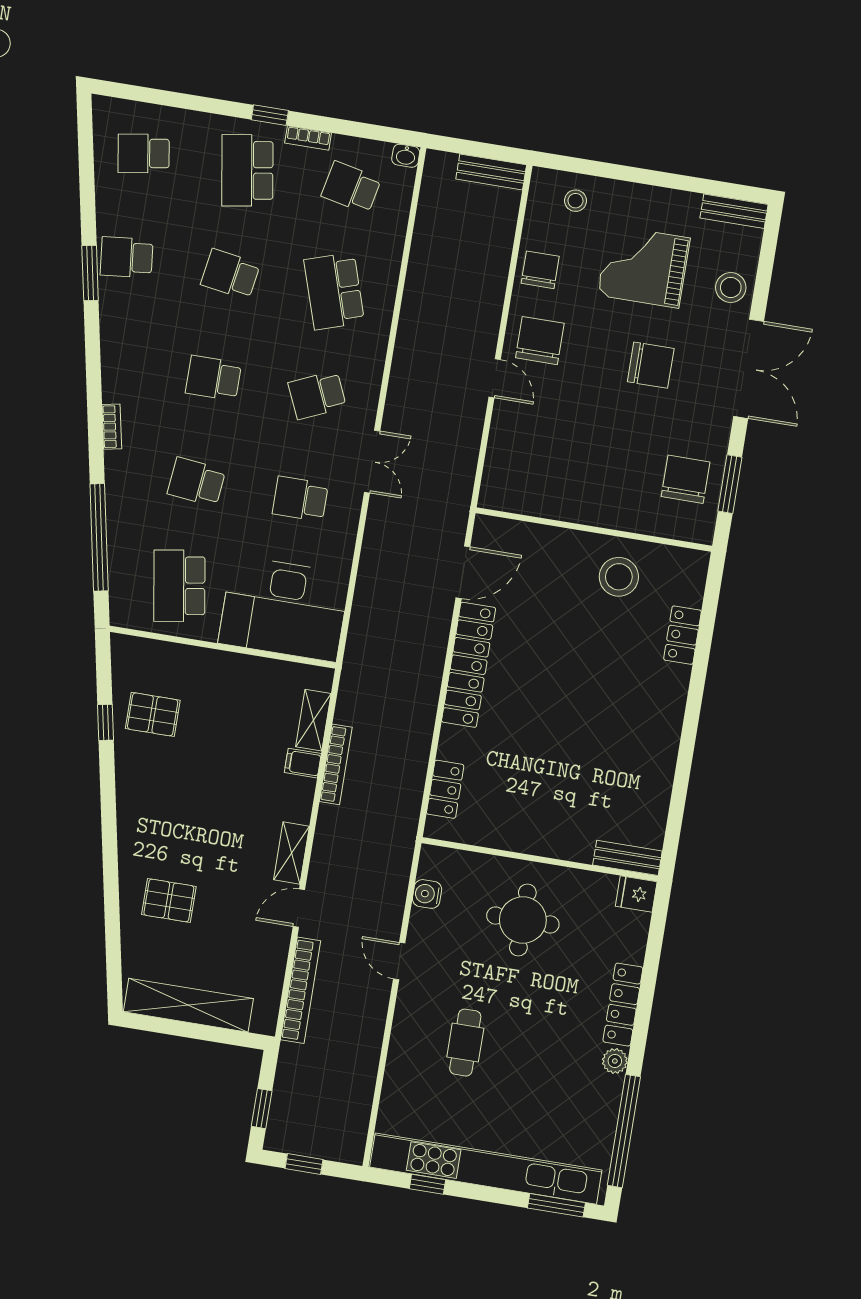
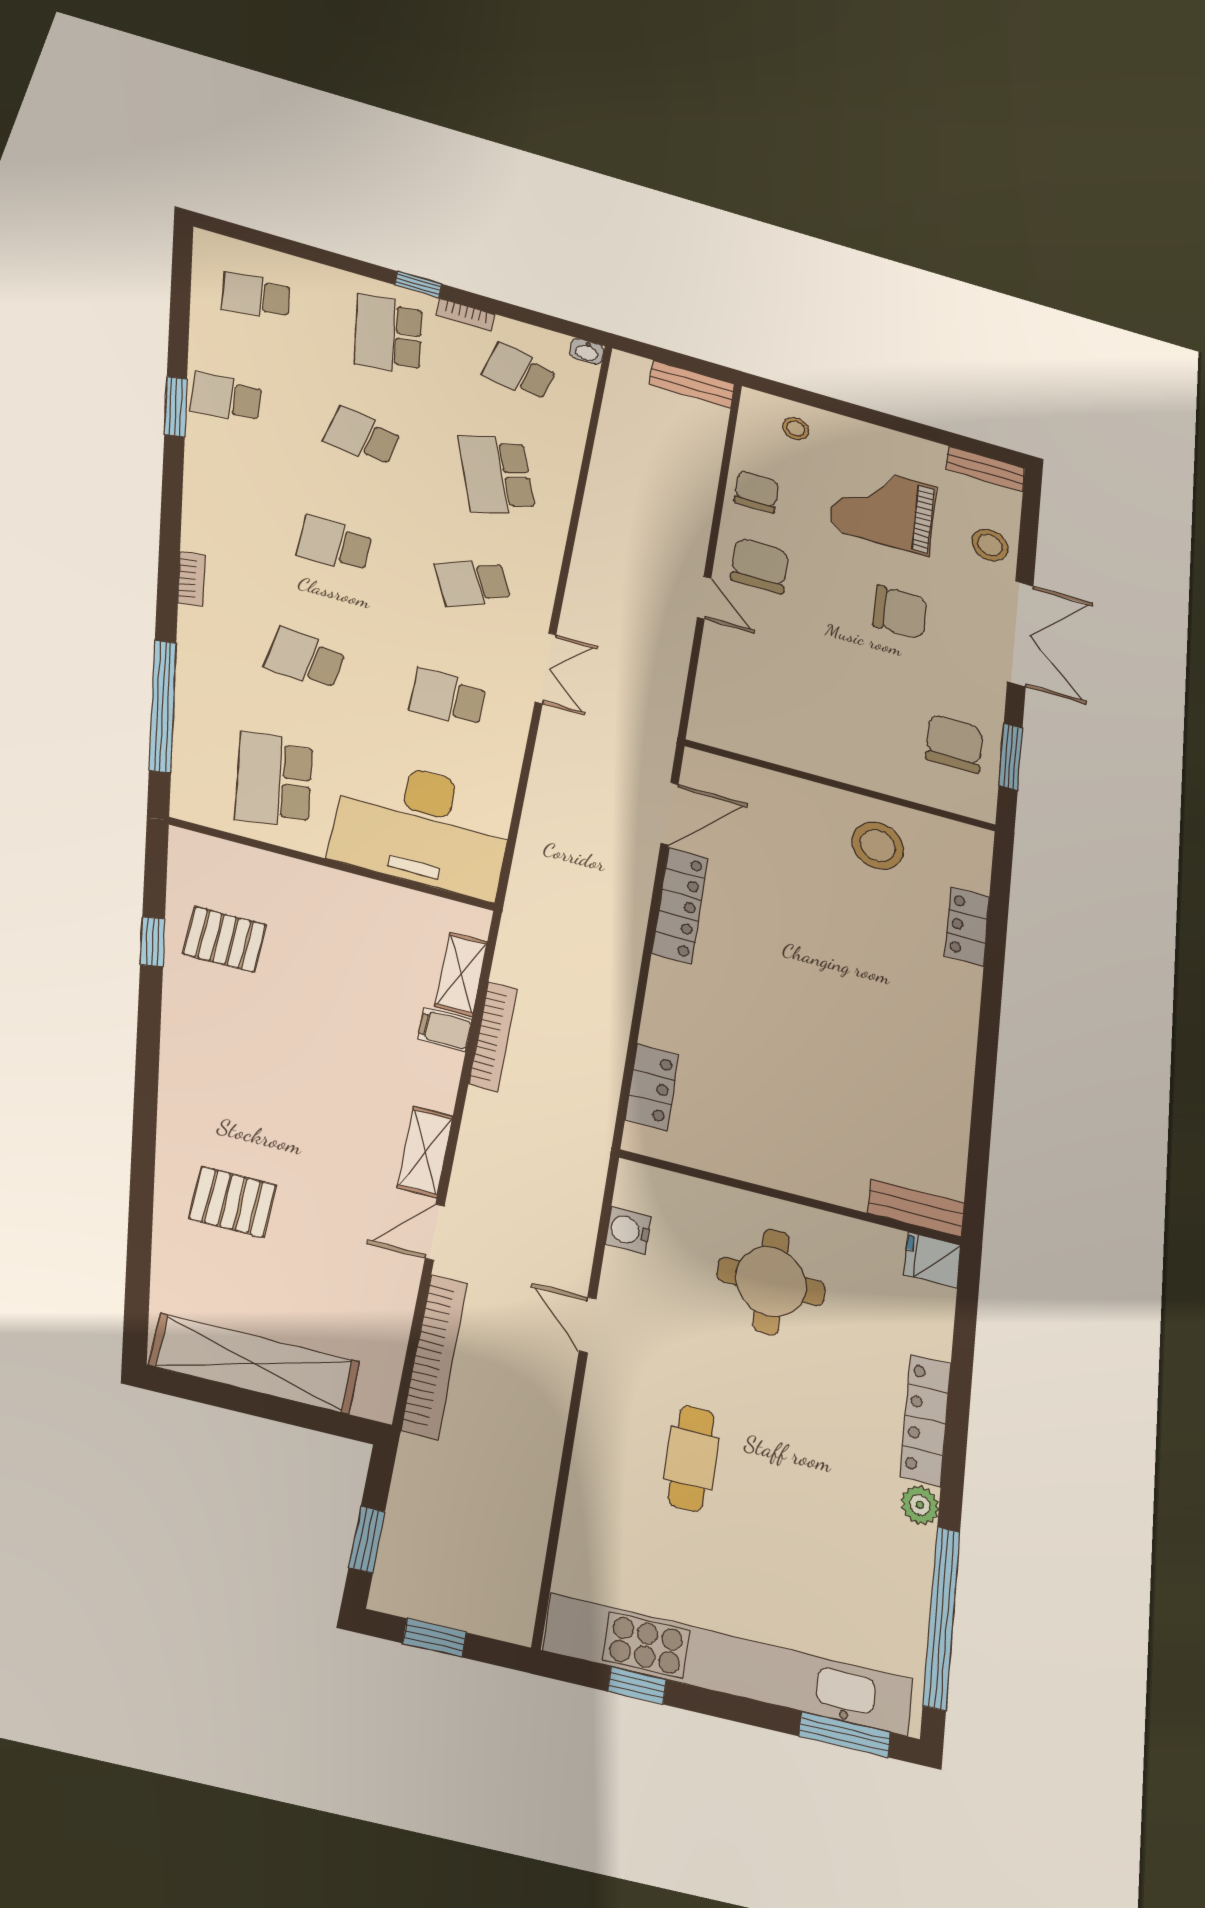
locker: (469, 665) -> (680, 905), width x0.71, depth x0.83

